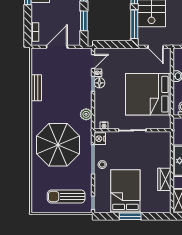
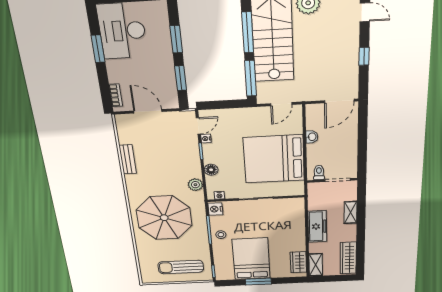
door: (57, 47) -> (148, 111), hinge flipped
door: (156, 47) -> (281, 104), hinge flipped
floor lamp: (99, 83) -> (211, 170), moved
wardrobe: (164, 179) -> (298, 262), moved

